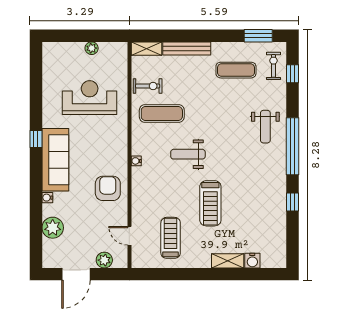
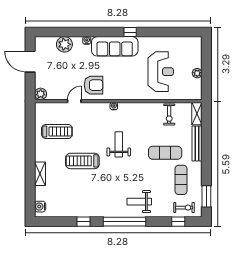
exercise mat: (162, 114) -> (165, 153), moved, turned 90
door: (129, 236) -> (74, 101), moved
plant: (104, 260) -> (41, 94), moved
water cooler: (252, 261) -> (40, 207), moved

